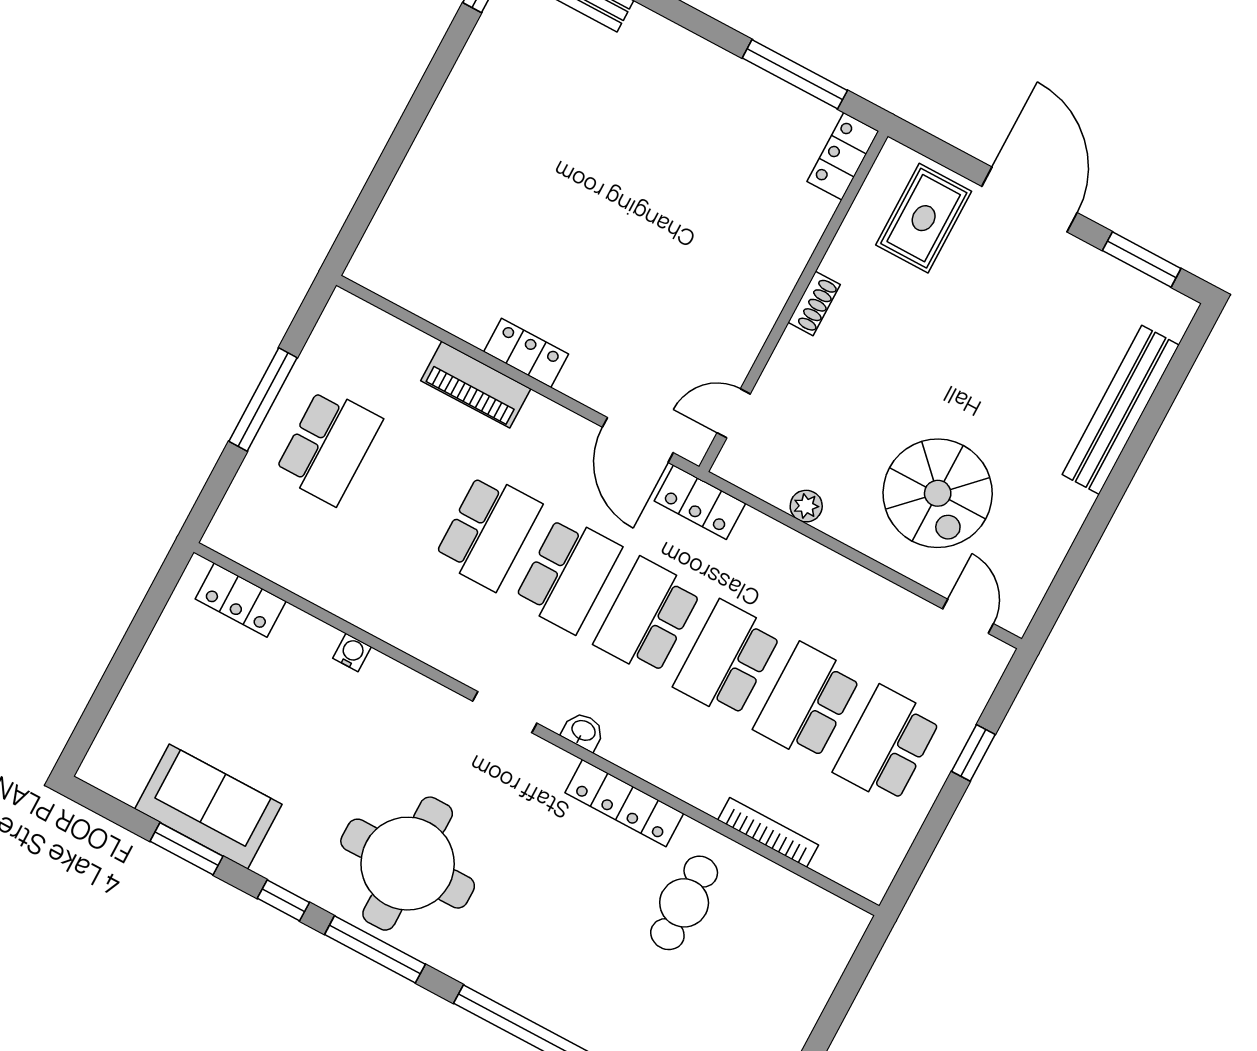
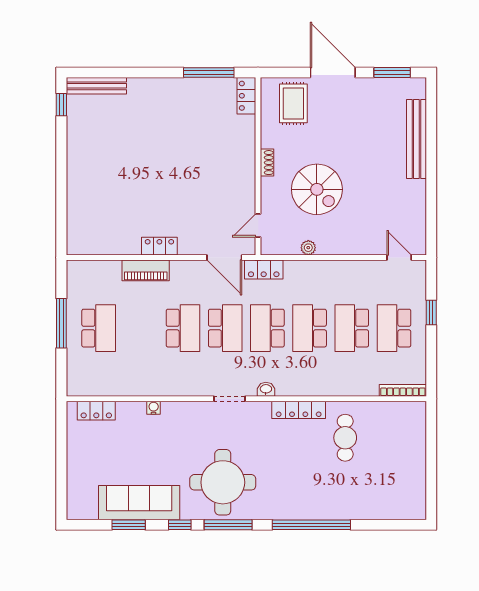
spiral stairs: (938, 493) -> (317, 189), moved
sofa: (208, 807) -> (139, 503), width x1.36
bookcase: (768, 832) -> (403, 390), moved

